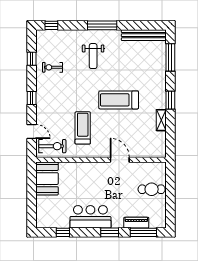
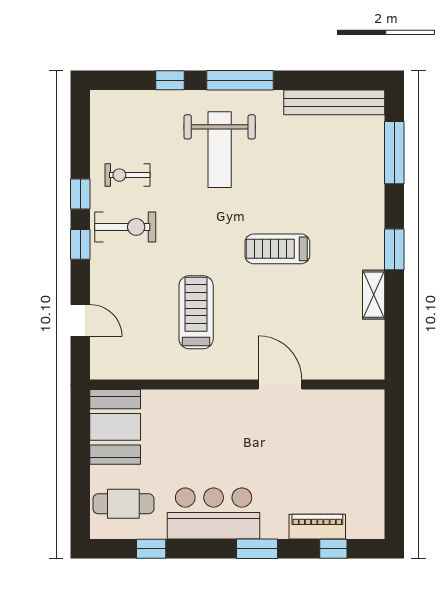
window: (51, 25) -> (170, 80), moved
weight bench: (93, 56) -> (220, 150), width x1.36, depth x1.33
window: (32, 59) -> (80, 194), moved
treadmill: (119, 100) -> (277, 249), width x0.73, depth x0.73
exercise bike: (52, 146) -> (125, 227), moved
cafe table: (152, 189) -> (123, 504), moved
window: (143, 232) -> (333, 549), width x0.46

